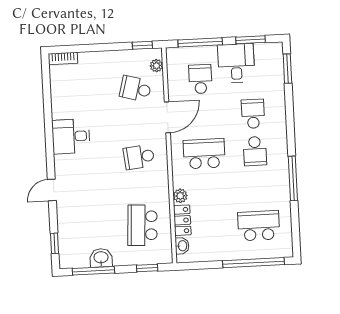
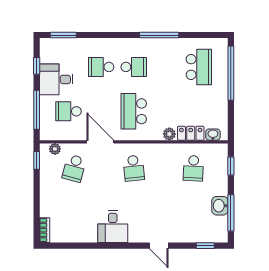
window: (251, 40) -> (37, 66), width x0.67
school desk: (142, 225) -> (193, 168), width x0.54
school desk: (259, 226) -> (199, 67), turned 180

